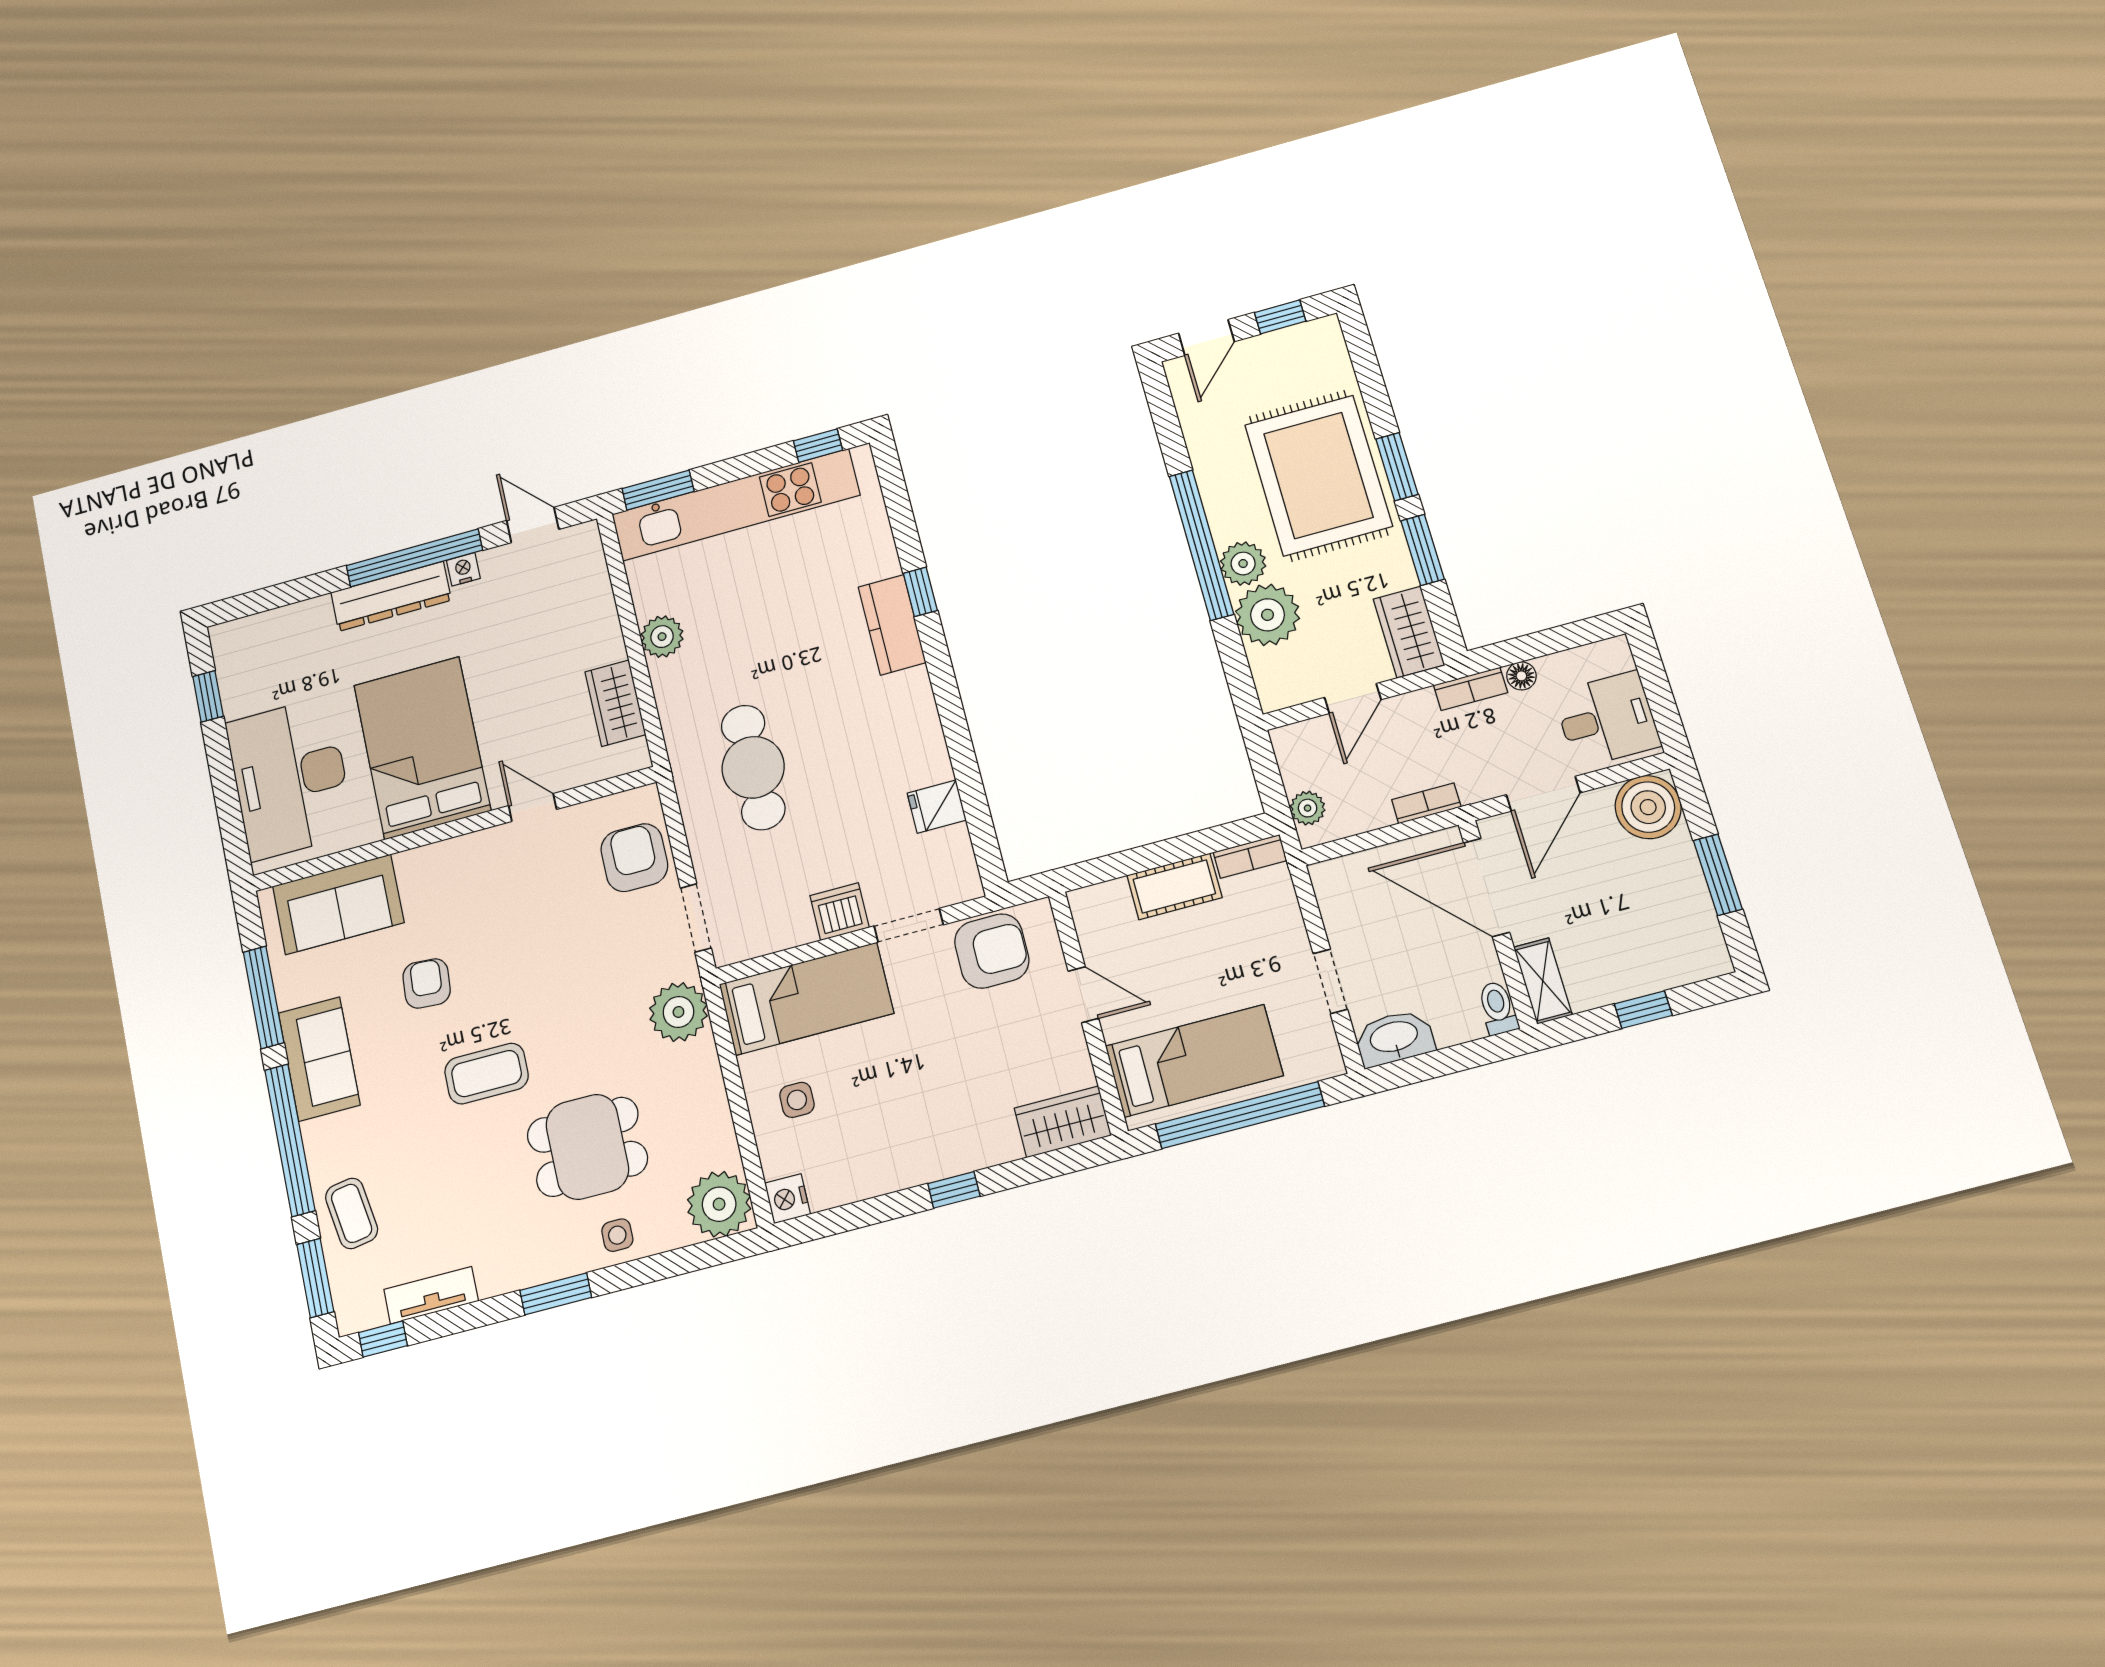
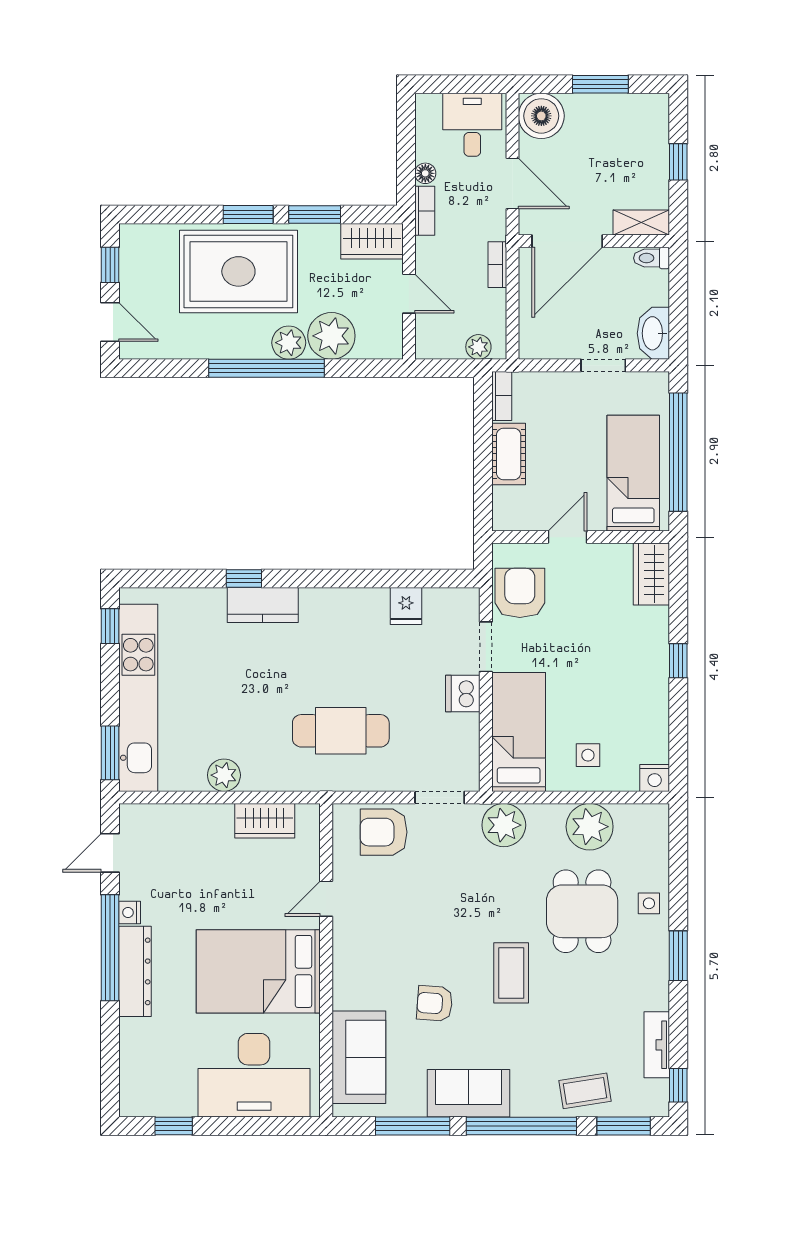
plant: (719, 1204) -> (590, 827), moved

